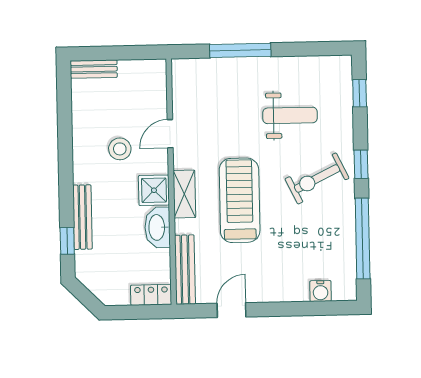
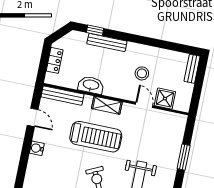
window: (240, 50) -> (184, 157), width x0.69
shower: (154, 190) -> (165, 99), moved
water cooler: (321, 291) -> (37, 148), moved
locker: (151, 295) -> (55, 60), moved

